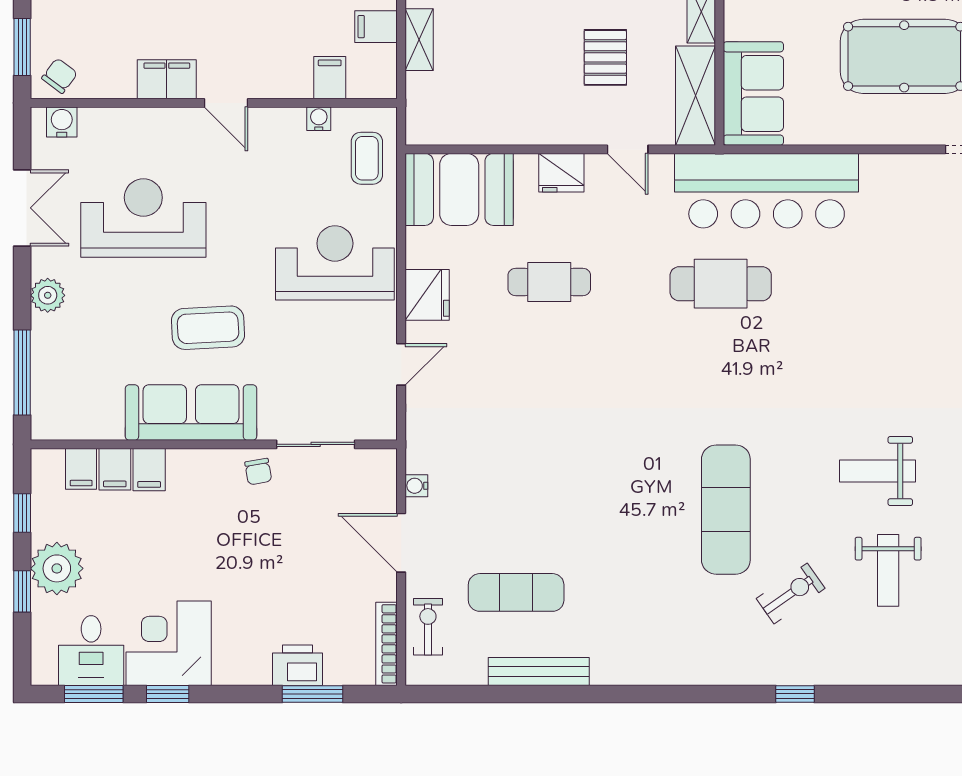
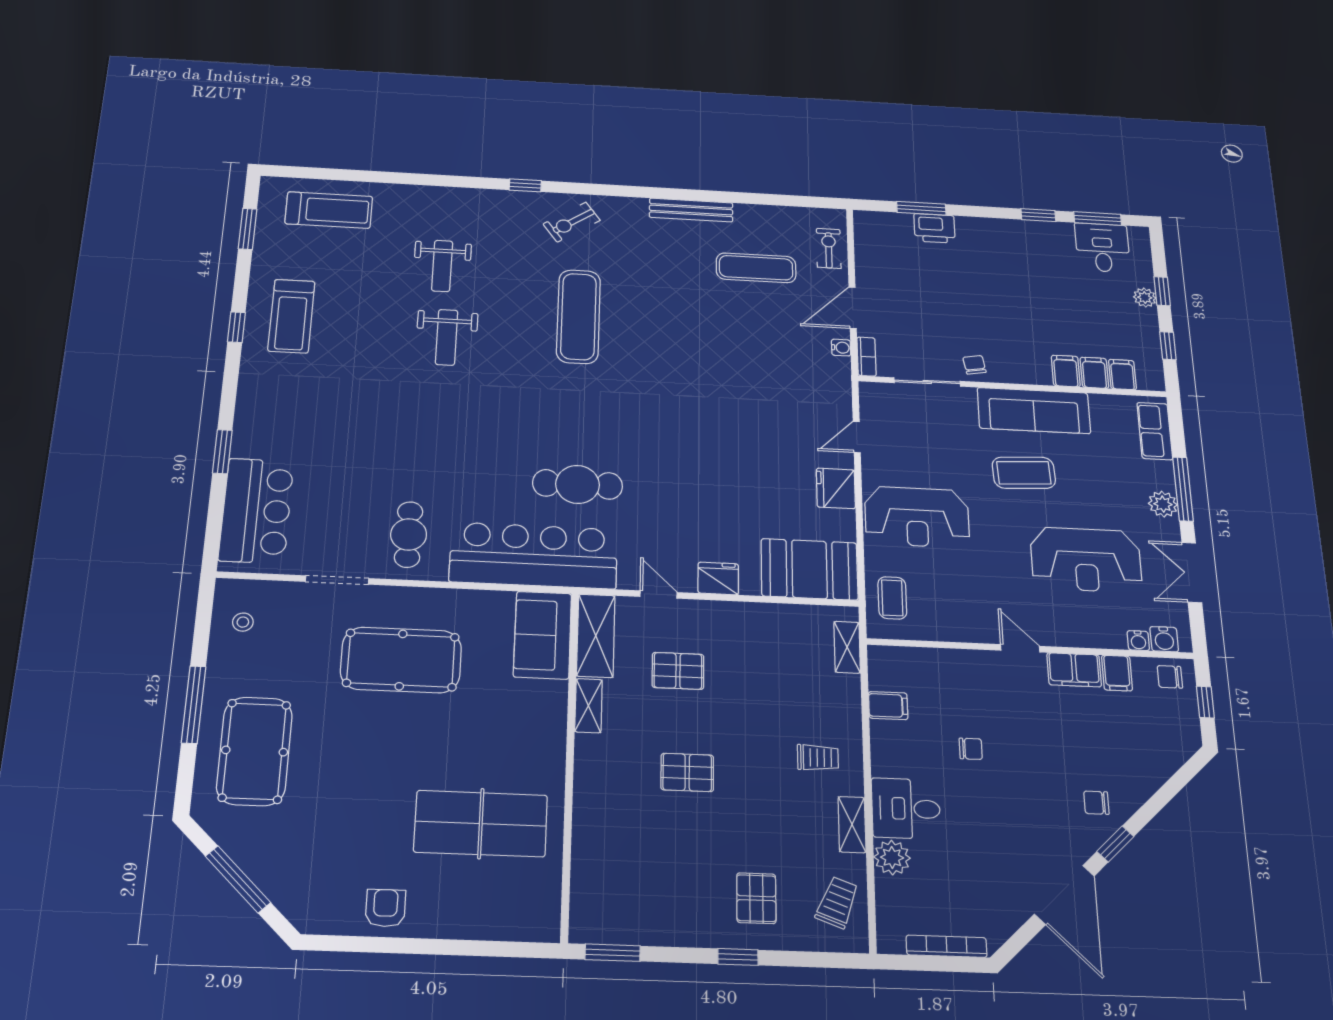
shelving: (419, 40) -> (847, 647), moved
window: (22, 47) -> (1205, 702), width x0.67
pallet: (605, 57) -> (678, 671), turned 90
chair: (60, 76) -> (1170, 677), turned 53
filing cabinet: (330, 78) -> (1117, 673), moved
water cooler: (319, 119) -> (1138, 641), moved
cafe table: (549, 282) -> (409, 535), moved, turned 90
window: (22, 373) -> (1183, 489), moved
row of seats: (49, 393) -> (1155, 431), added
weight bench: (878, 471) -> (447, 337), turned 90
door: (401, 543) -> (853, 308), swing flipped
plant: (57, 568) -> (1145, 298), width x0.53, depth x0.53
weight bench: (888, 570) -> (442, 266), turned 180
exercise bike: (791, 593) -> (572, 222), moved
exercise bike: (428, 627) -> (829, 248), turned 180
corner desk: (169, 643) -> (1040, 249), removed
bookcase: (386, 644) -> (867, 357), moved, width x0.64
bench: (539, 672) -> (691, 210), moved

